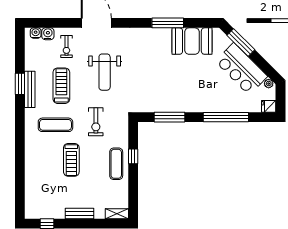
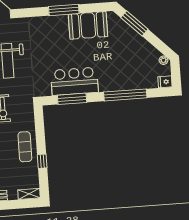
bar counter: (241, 69) -> (74, 81), moved, turned 135
window: (133, 156) -> (42, 161), moved

